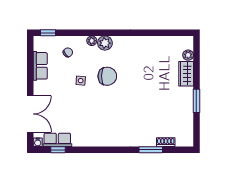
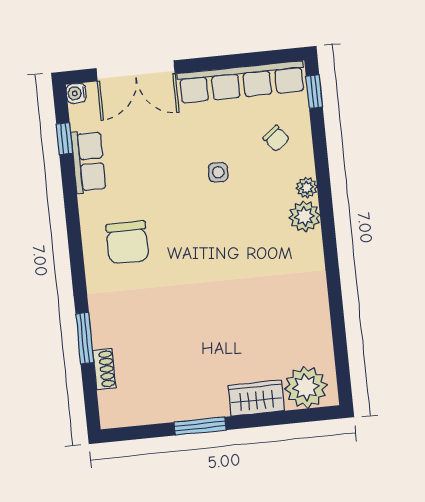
plant: (188, 55) -> (306, 387), width x1.87, depth x1.87
row of seats: (40, 66) -> (241, 82), width x2.02
chair: (107, 76) -> (127, 242), moved
row of seats: (57, 140) -> (88, 162), moved

